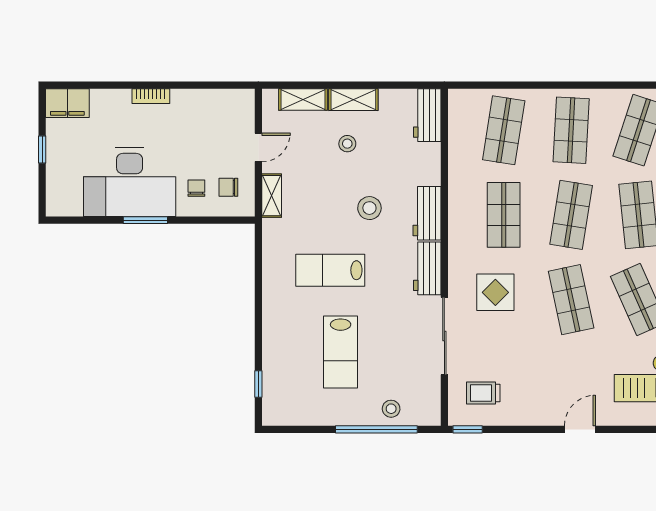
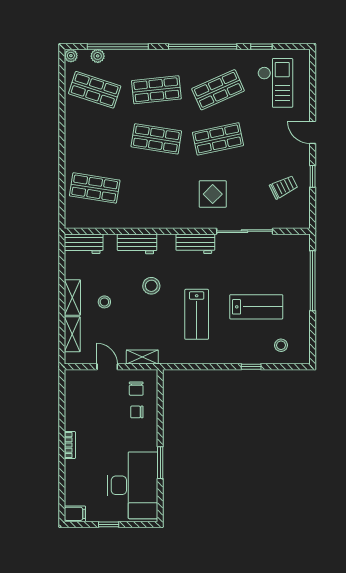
filing cabinet: (67, 103) -> (75, 514), width x0.50
shop shelf: (571, 130) -> (95, 139), removed
desk: (130, 182) -> (132, 485), moved
workbench: (427, 213) -> (137, 244), moved
shop shelf: (504, 215) -> (156, 188), removed
window: (145, 220) -> (160, 463), moved
window: (258, 384) -> (251, 367), moved
trolley: (483, 393) -> (284, 187), moved, turned -116
stool: (391, 409) -> (281, 345), moved
window: (468, 429) -> (313, 176), moved

